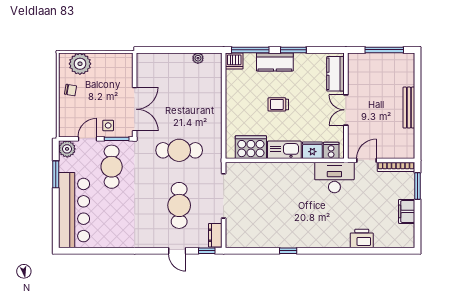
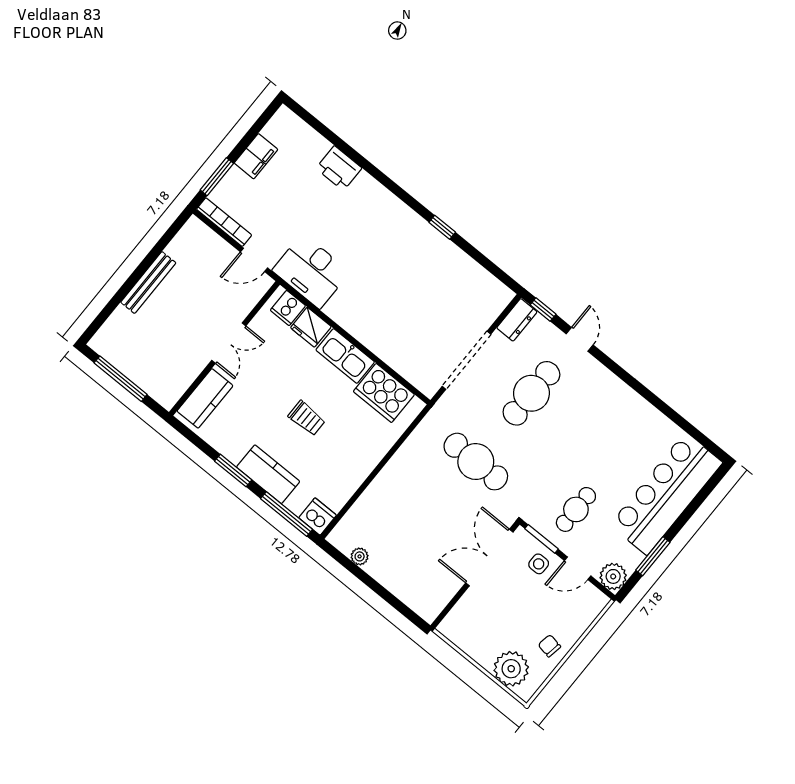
cafe table: (112, 167) -> (576, 509), width x0.73, depth x0.74

